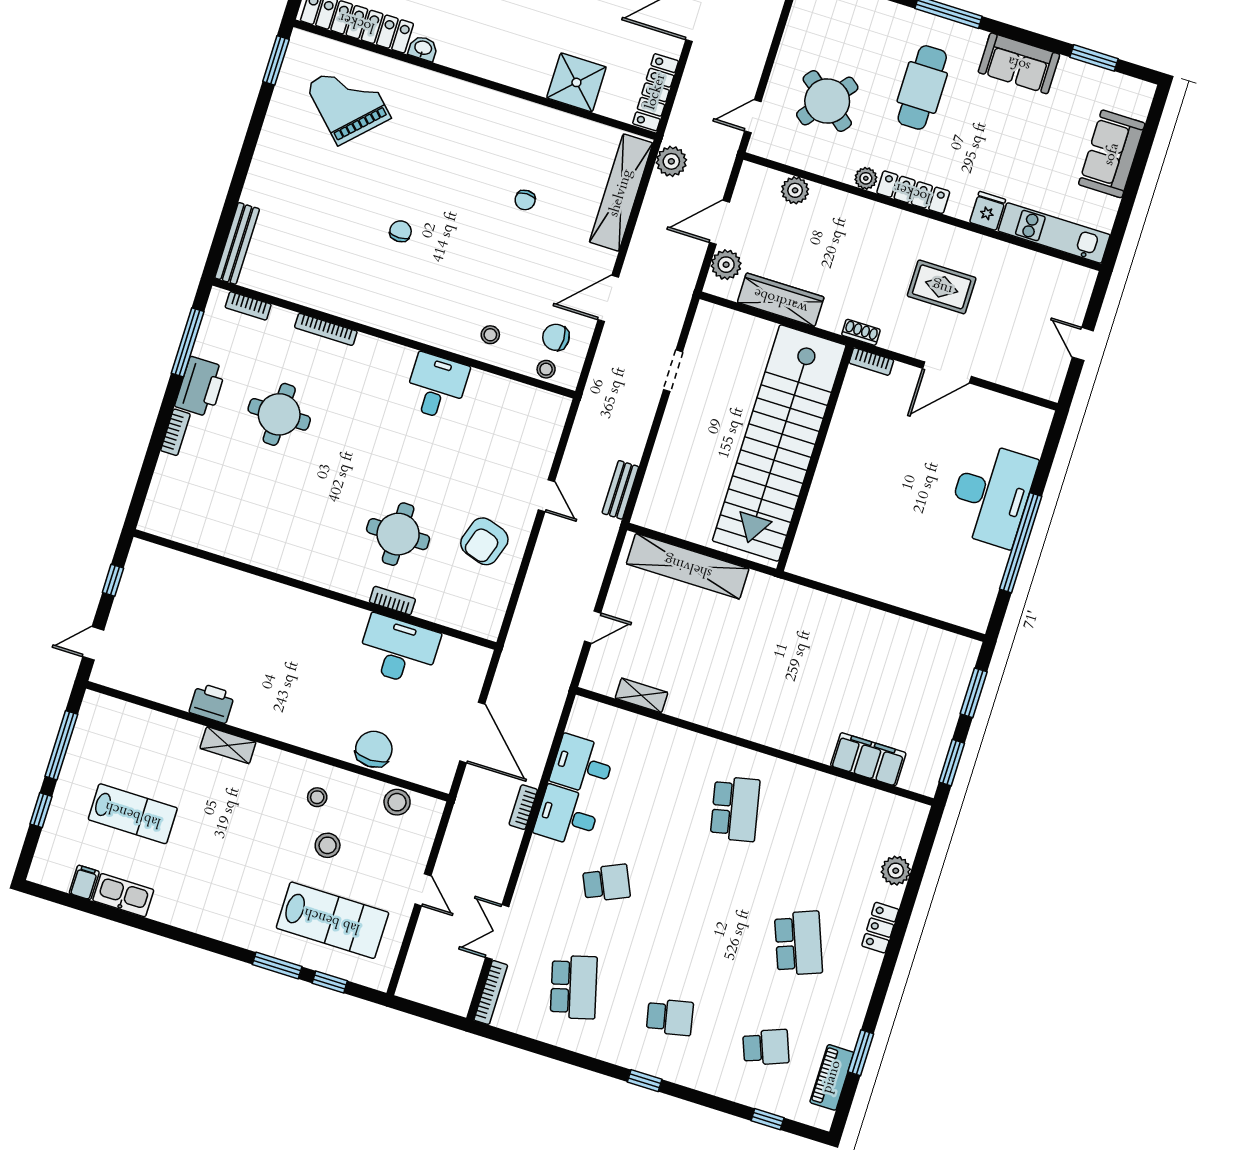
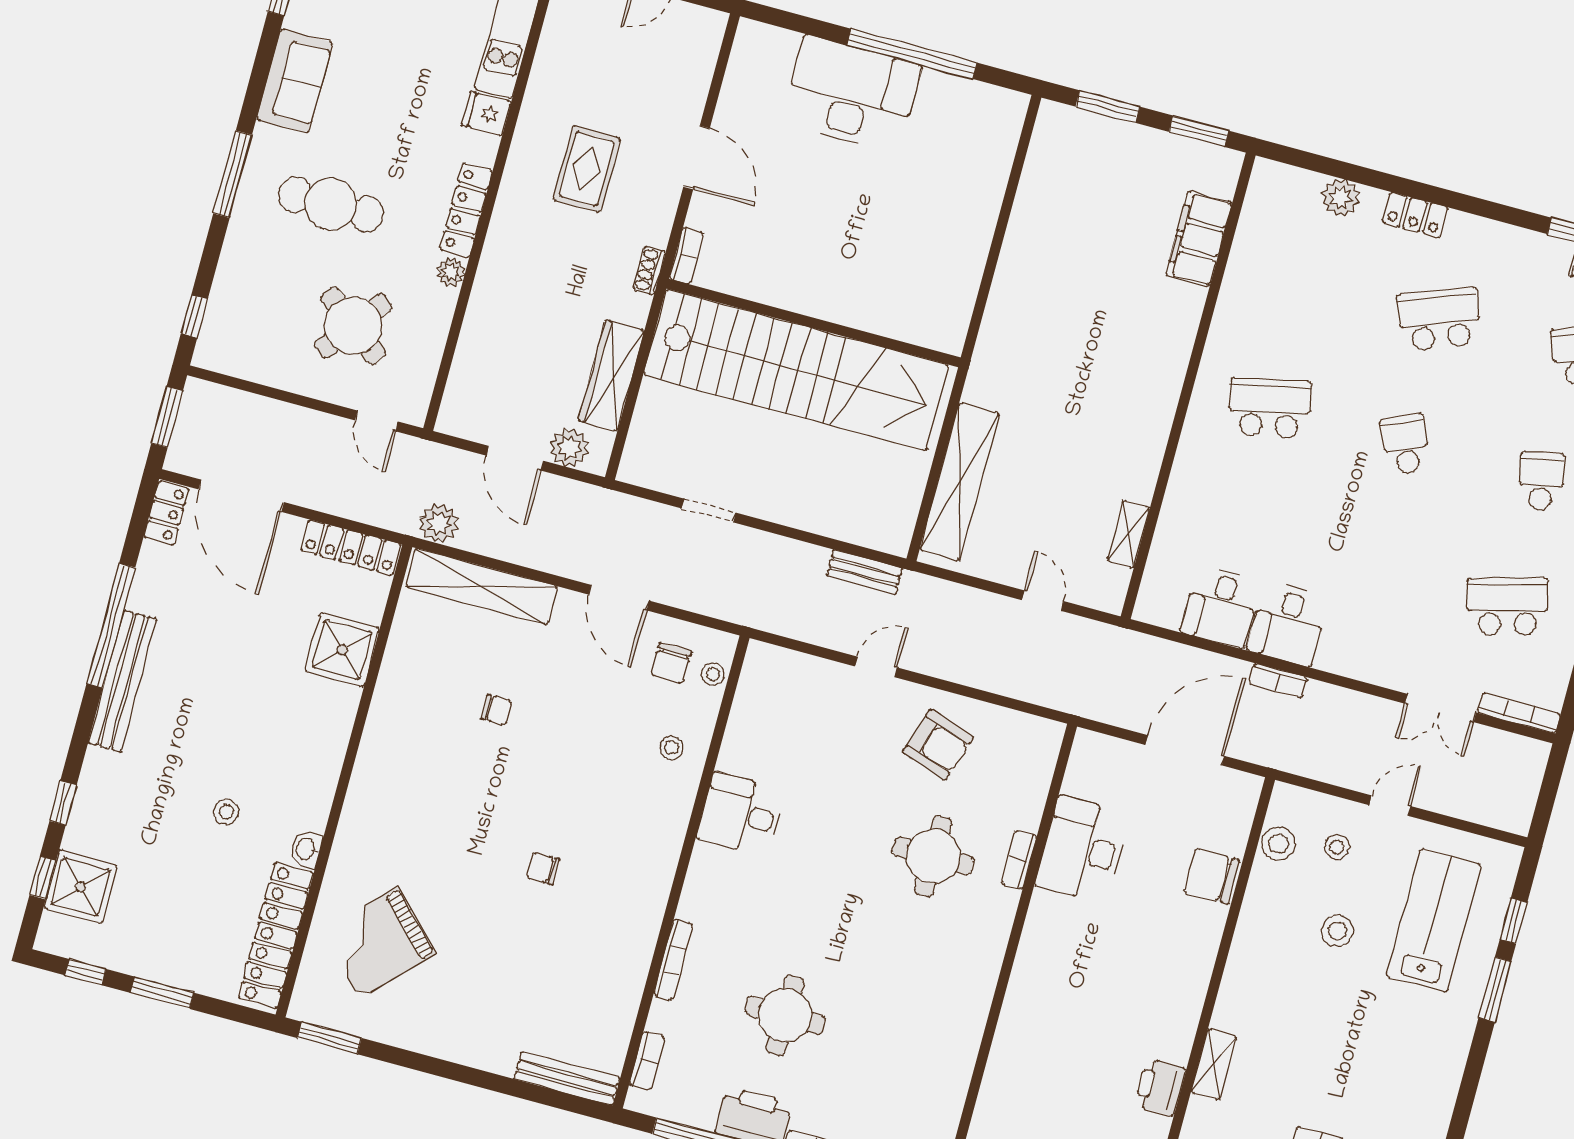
plant: (795, 190) -> (470, 363), removed
stool: (317, 797) -> (1337, 847), moved
school desk: (606, 883) -> (1405, 444), moved

